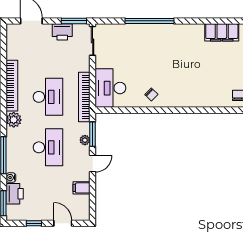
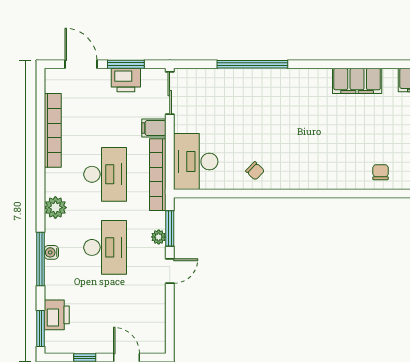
window: (74, 21) -> (126, 64), moved
bookcase: (12, 86) -> (53, 130), moved
water cooler: (11, 178) -> (51, 252), moved
filing cabinet: (82, 188) -> (154, 128), moved

